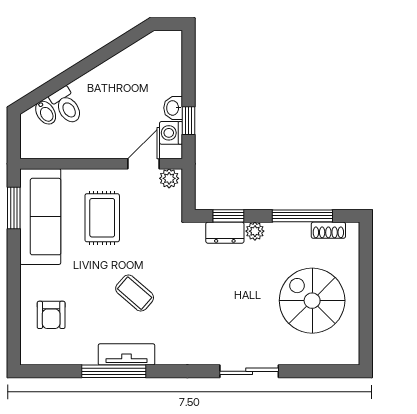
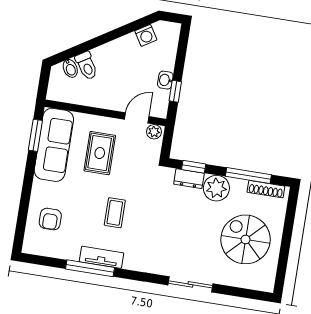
washing machine: (171, 133) -> (146, 35), moved, turned -122
shoe rack: (328, 230) -> (266, 189), width x1.43
plant: (255, 231) -> (216, 188), width x1.87, depth x1.87
coffee table: (135, 293) -> (115, 213), turned 49

